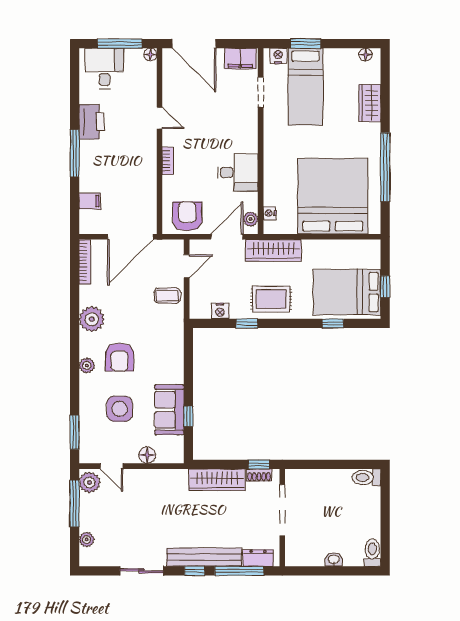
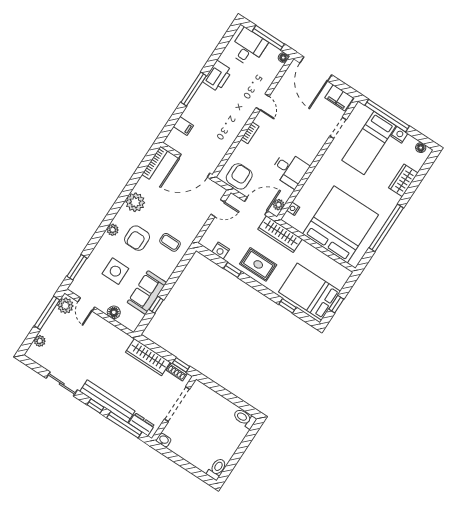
window: (306, 44) -> (387, 116), width x2.11
nightstand: (278, 56) -> (399, 135), moved
coffee table: (167, 296) -> (170, 242), moved
washbasin: (334, 559) -> (164, 440), moved

